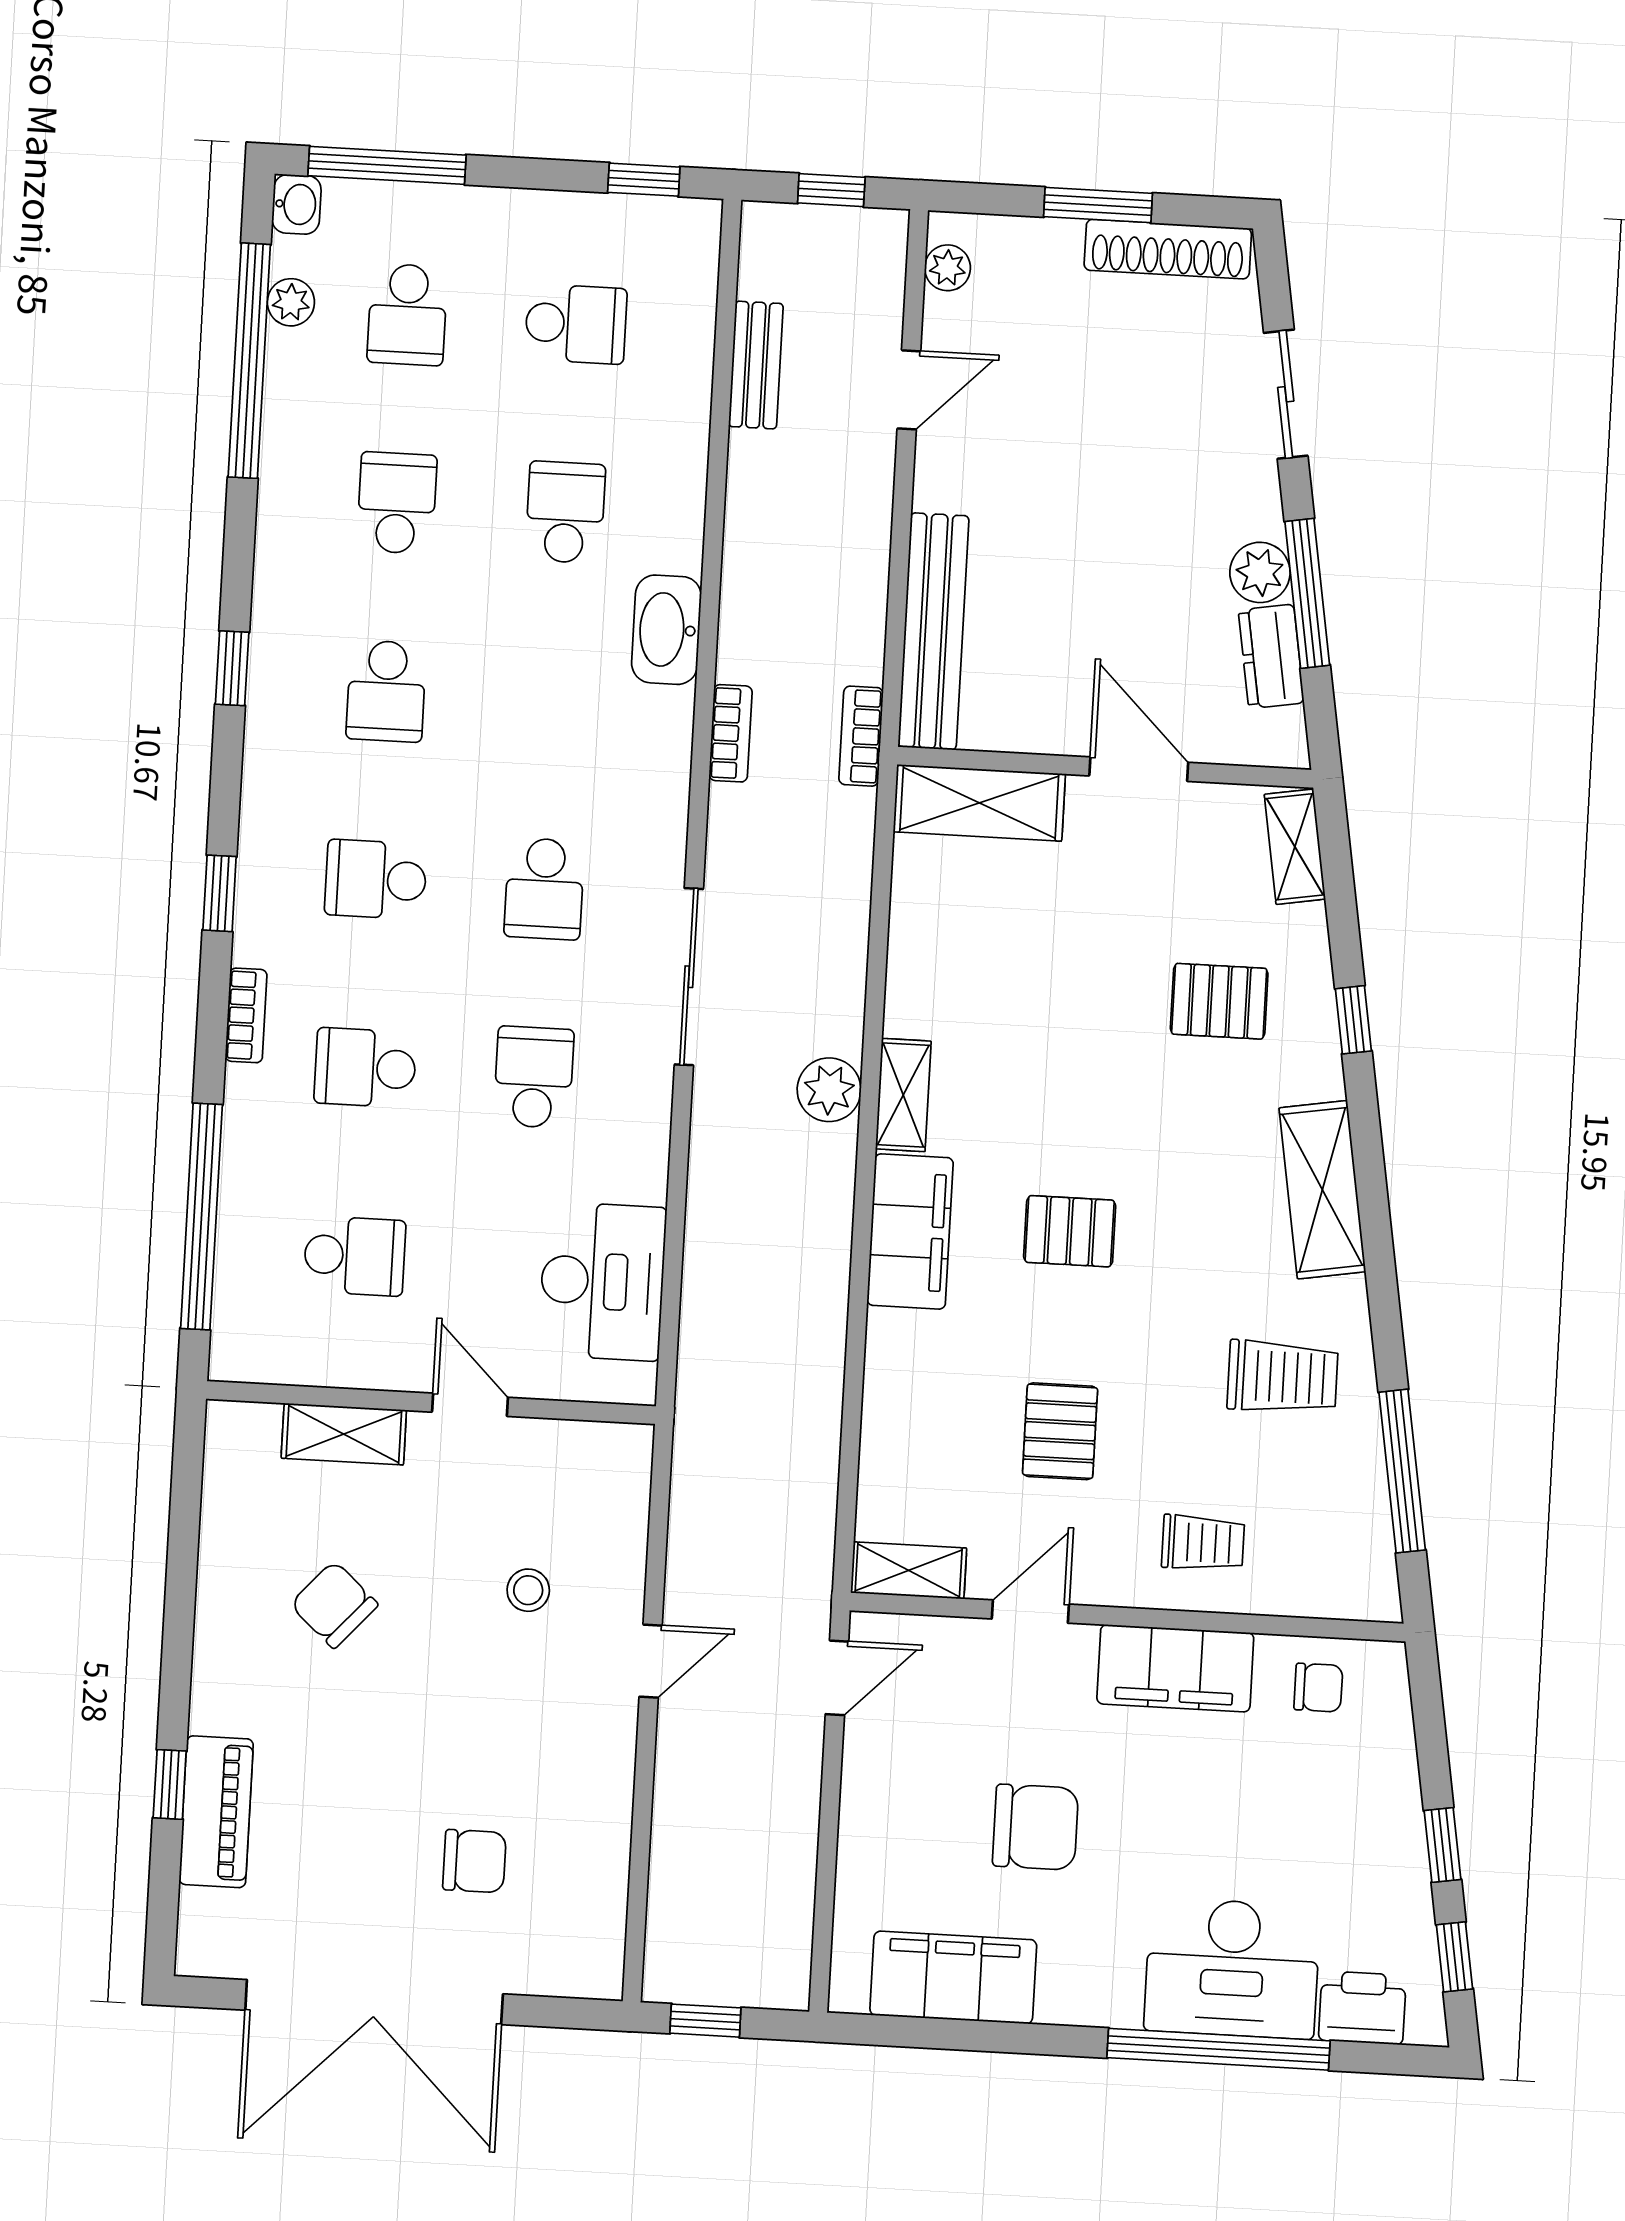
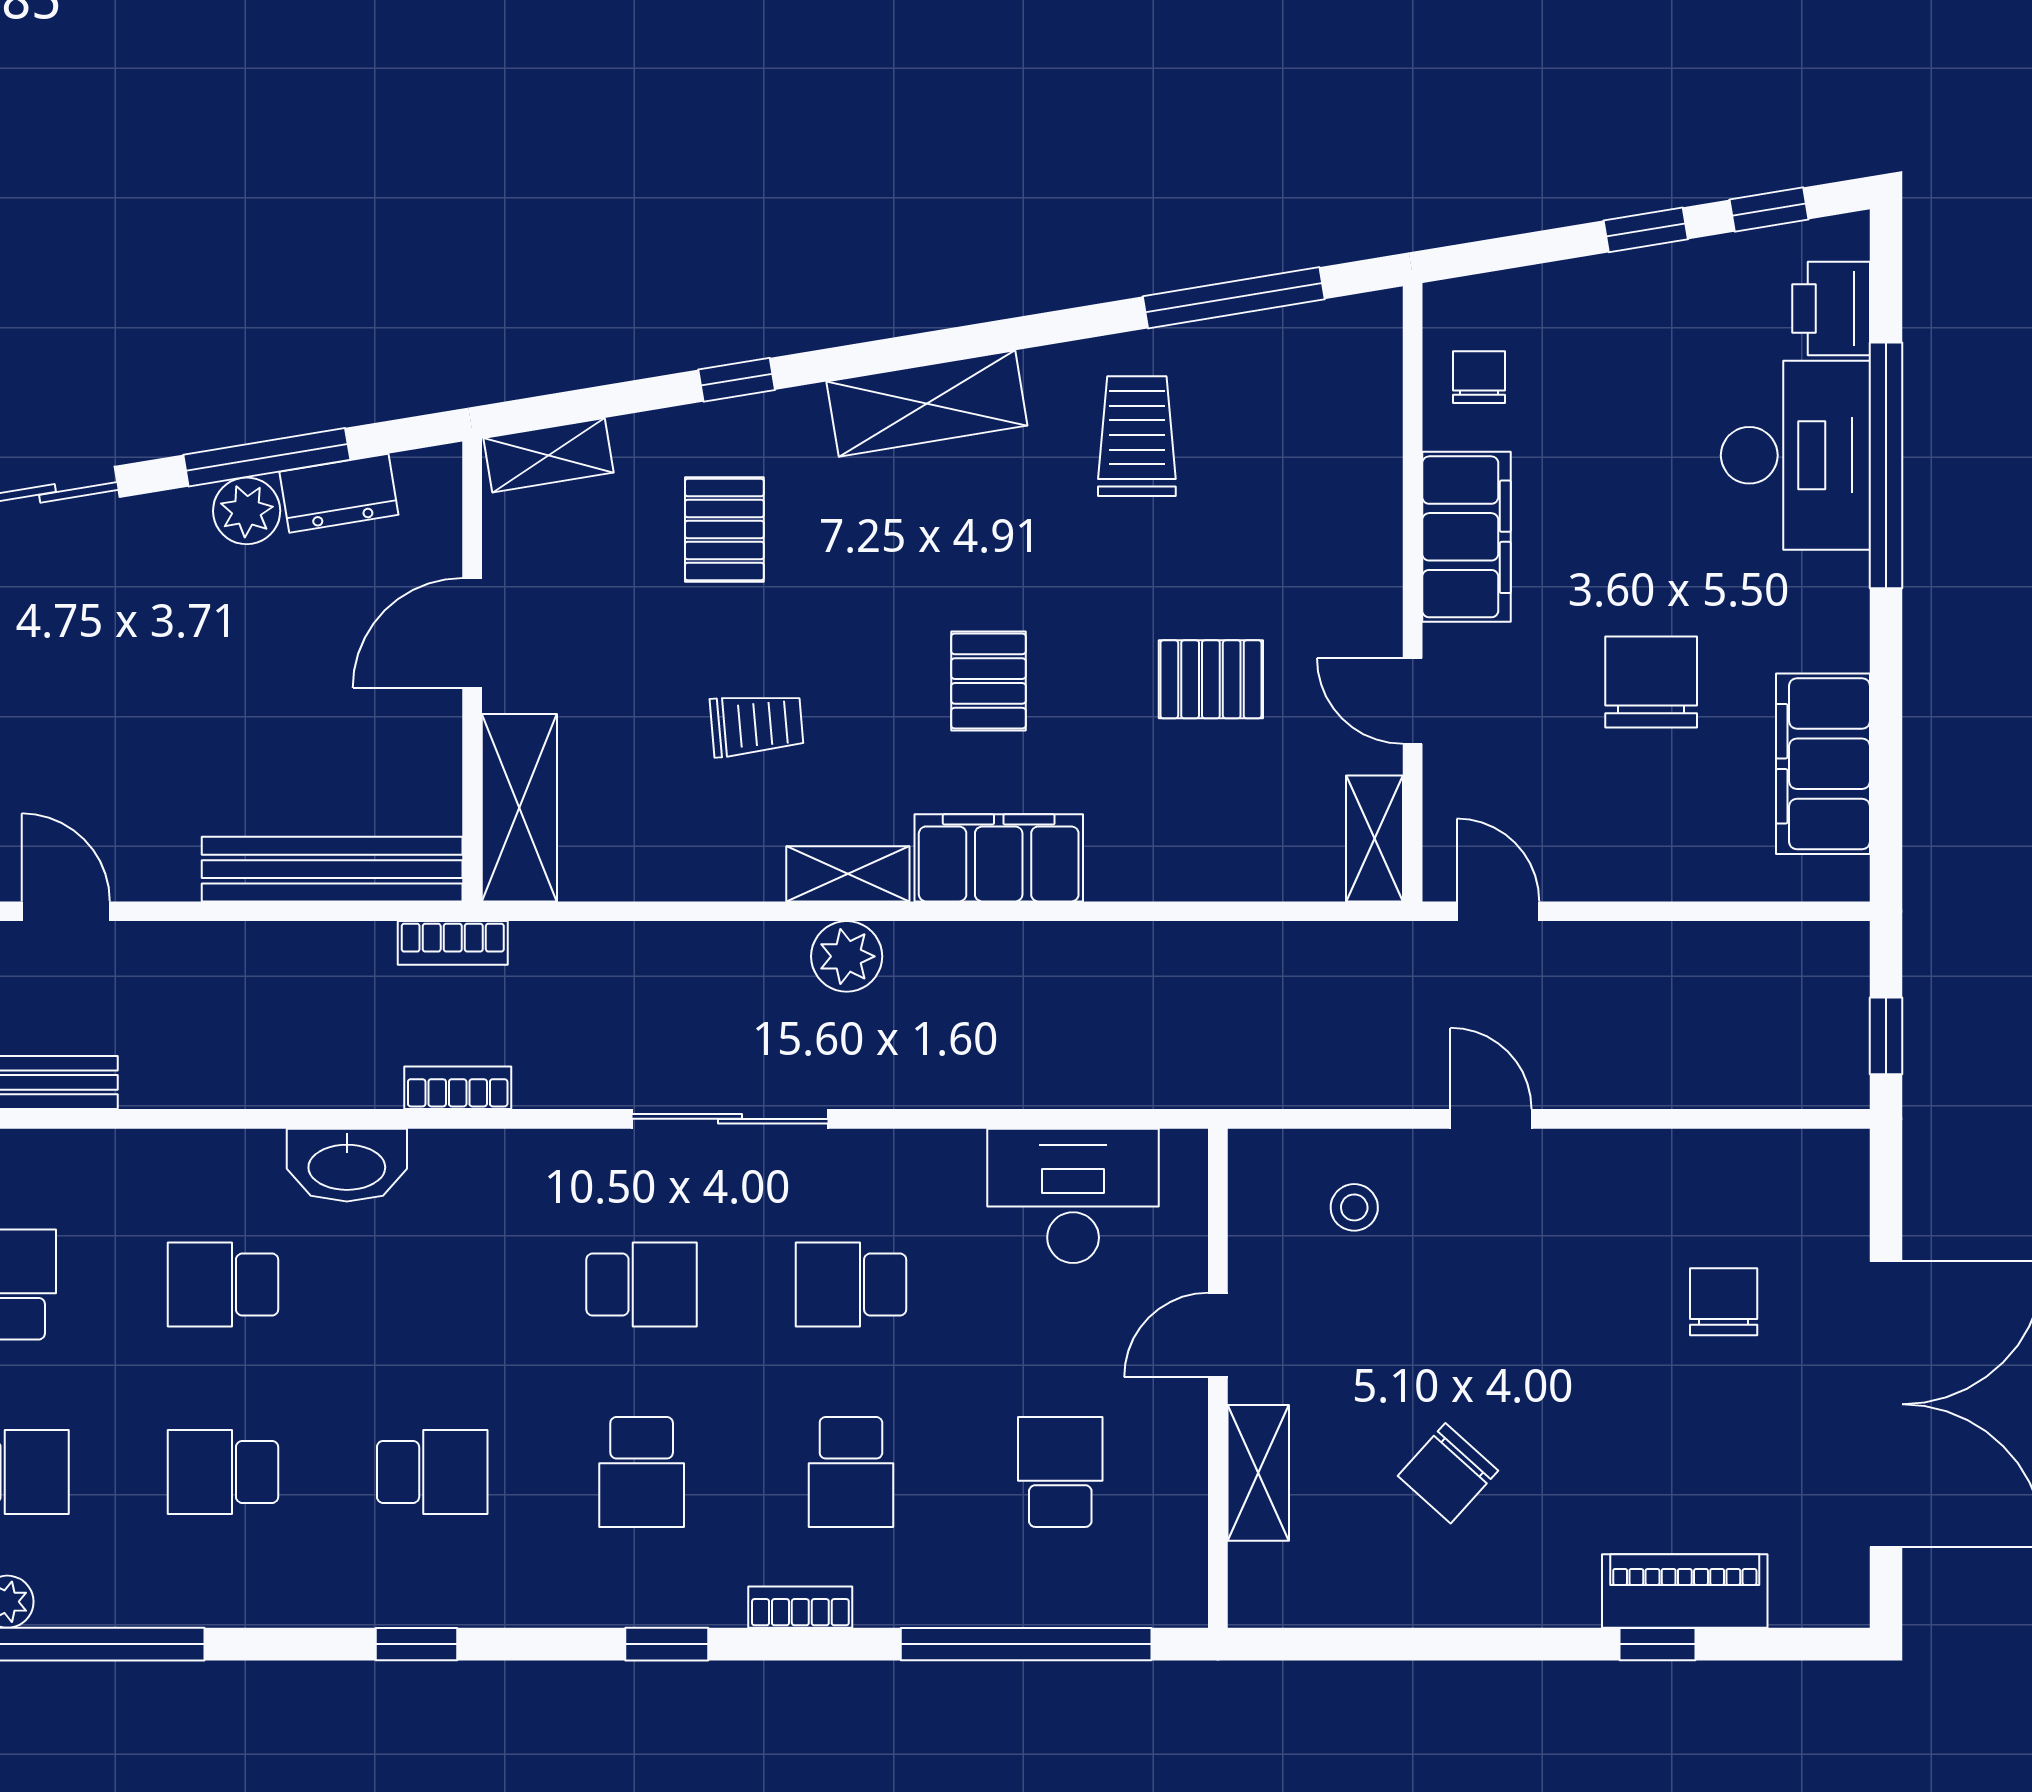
trolley: (1203, 1543) -> (757, 725), moved, turned 85
stool: (528, 1590) -> (1354, 1207), moved

